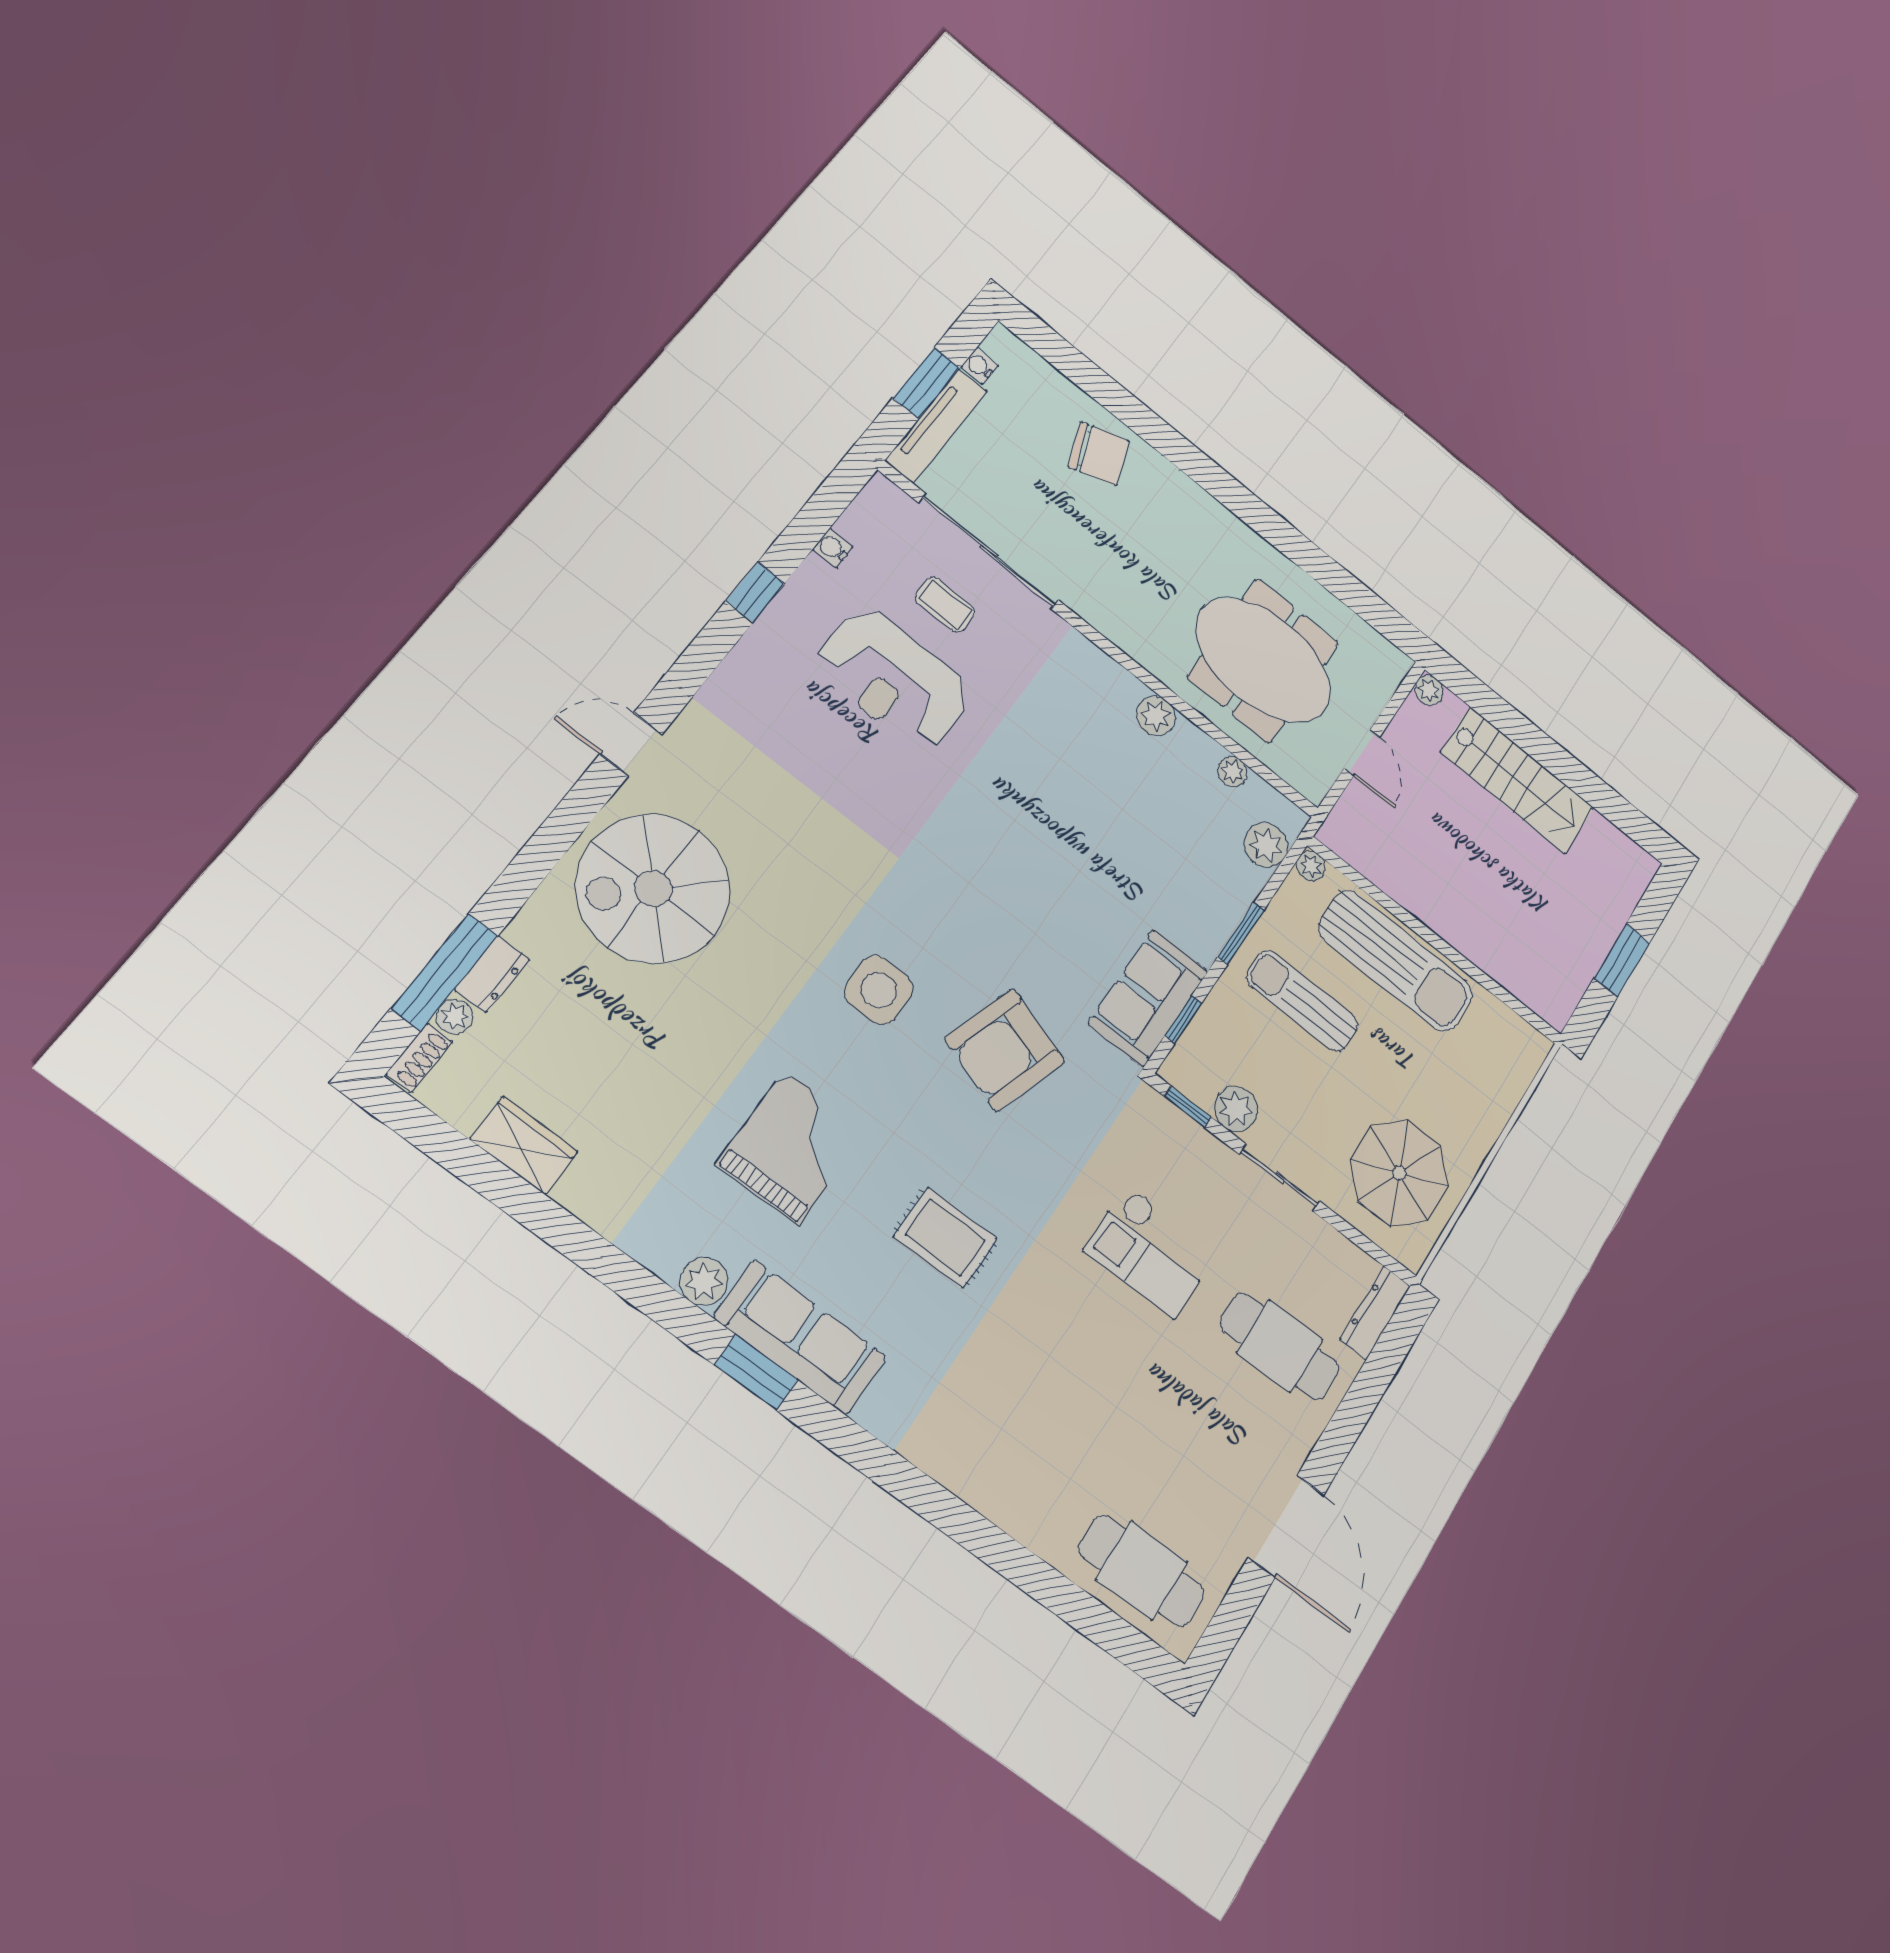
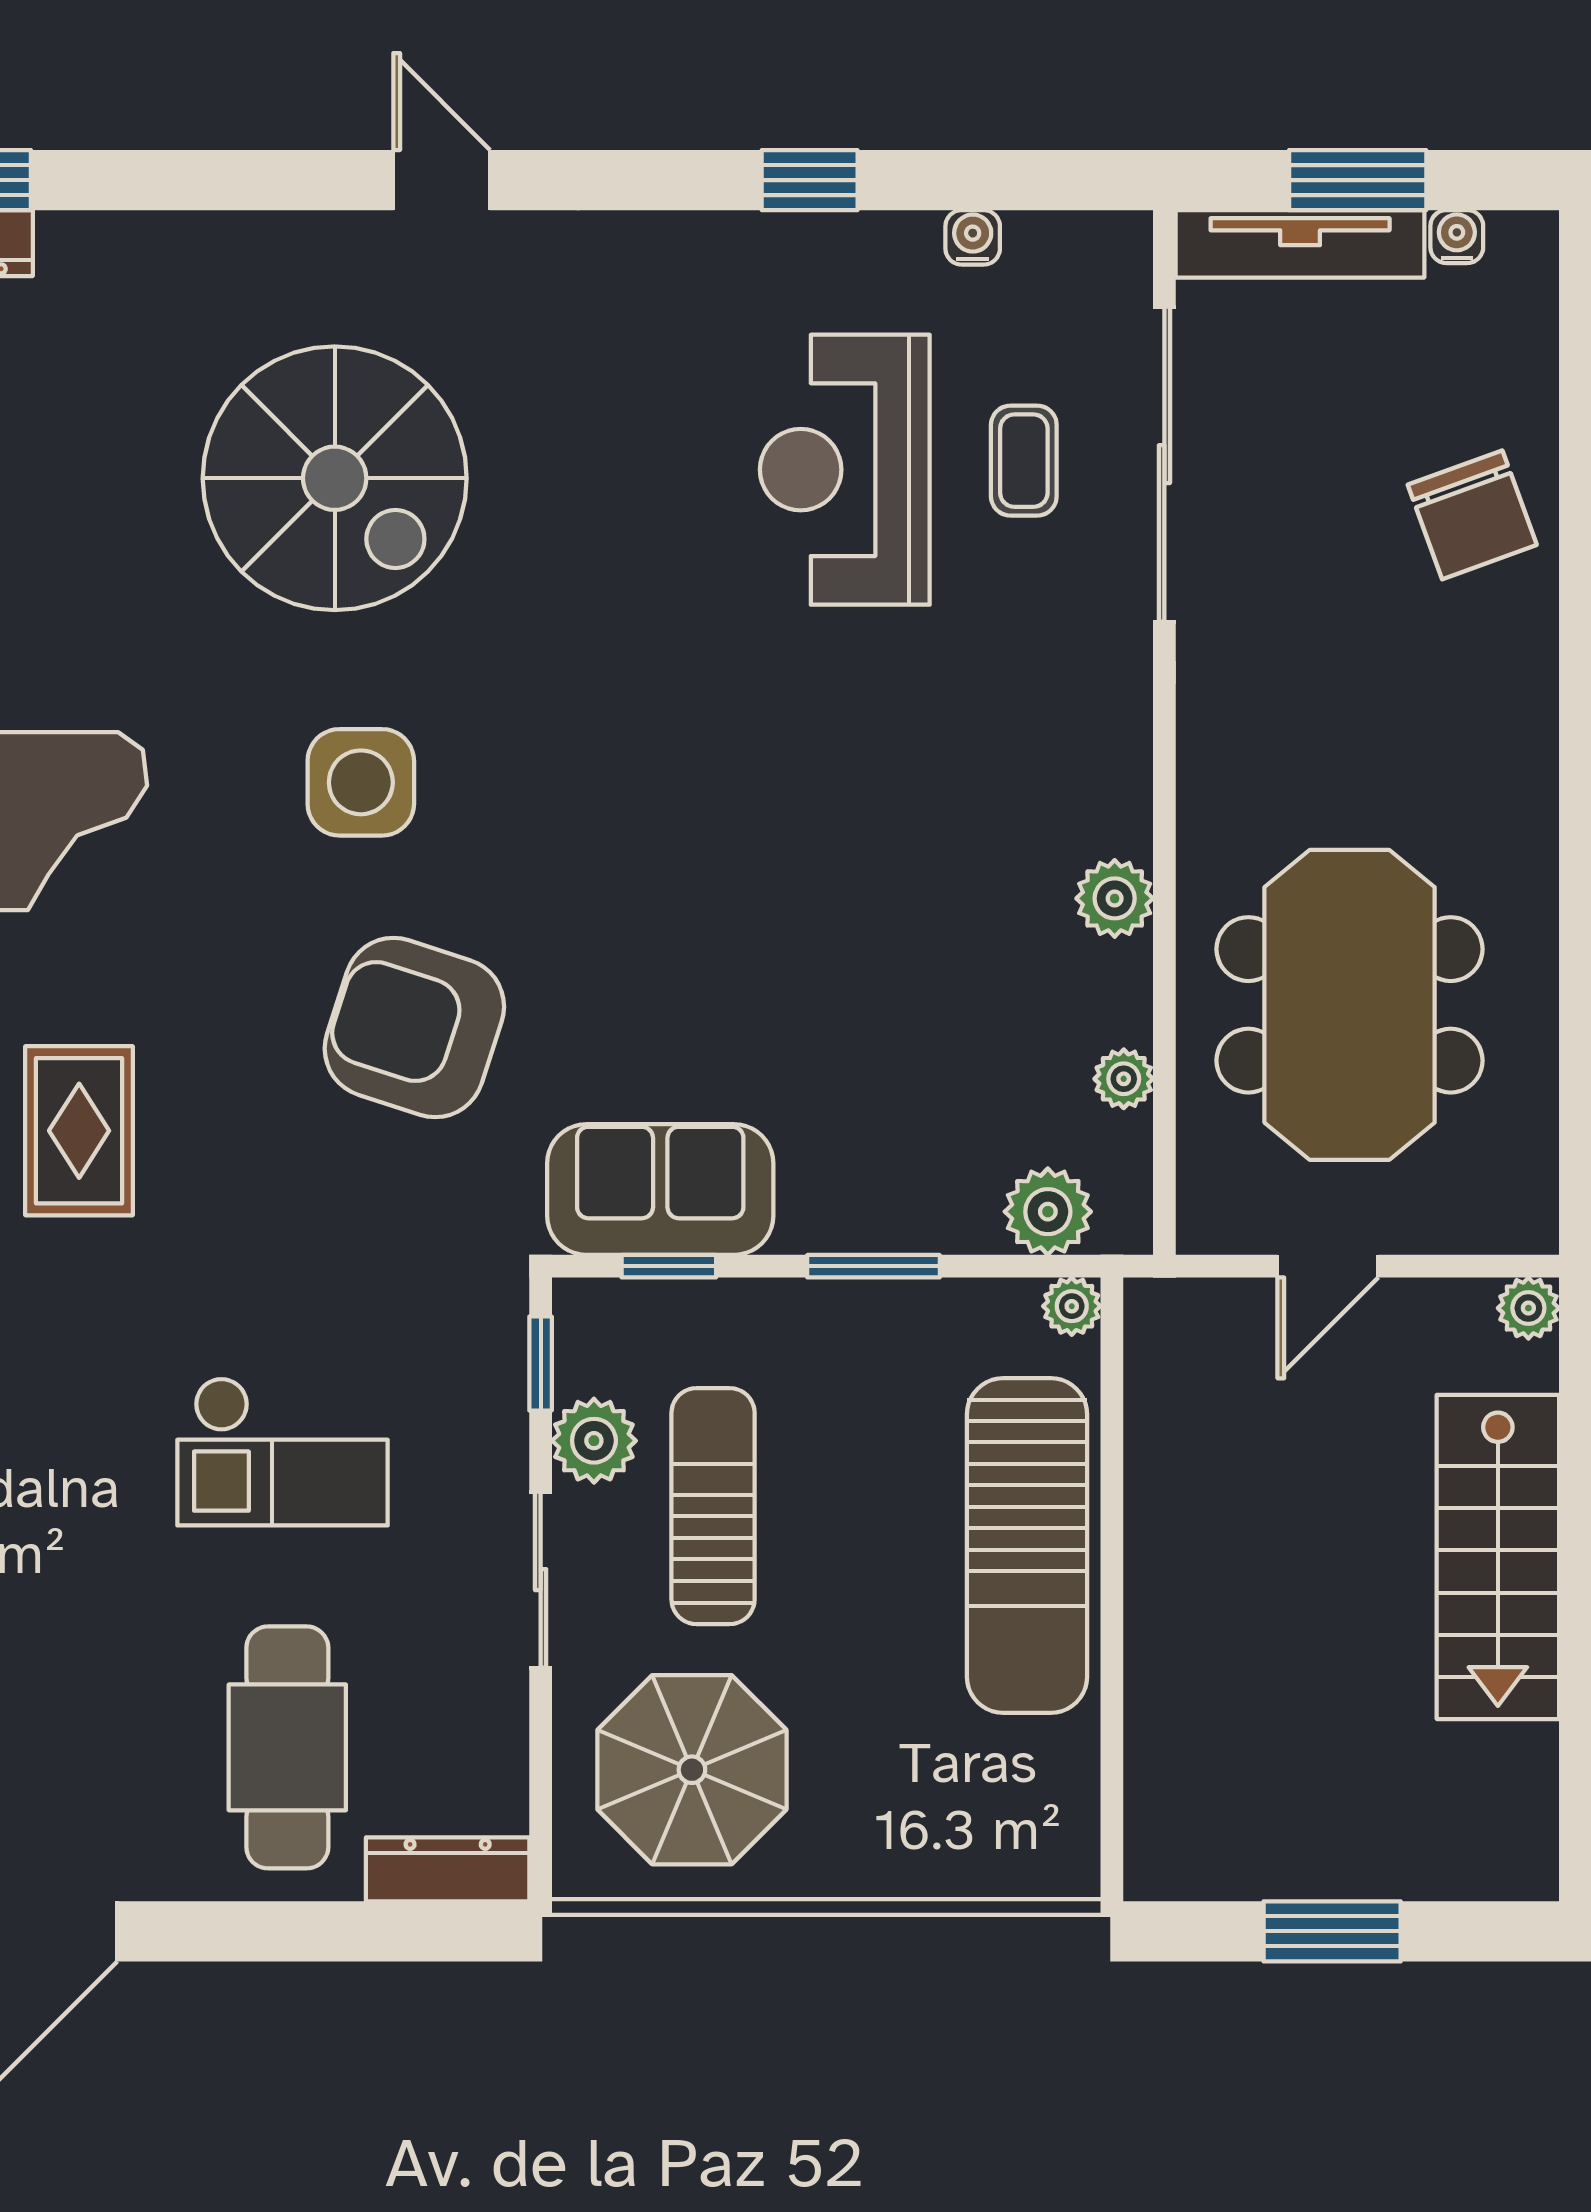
spiral stairs: (653, 888) -> (335, 478), moved, turned 180
sun lounger: (1302, 1001) -> (713, 1506), moved
checkout: (1151, 1251) -> (282, 1451), turned -90

